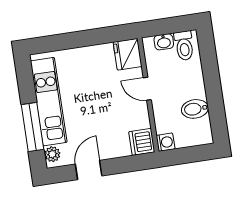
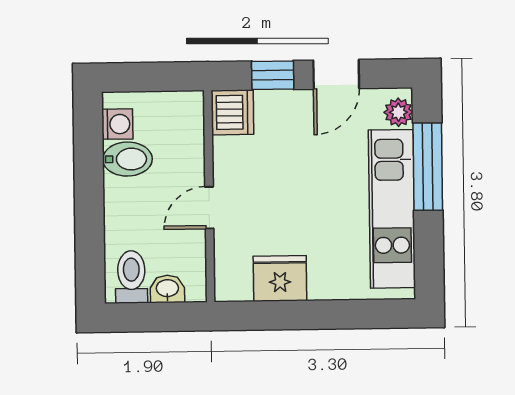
fridge: (128, 54) -> (280, 278), moved, turned -90
door: (147, 89) -> (209, 208), swing flipped
washing machine: (166, 142) -> (117, 124), moved, turned 180
window: (123, 165) -> (273, 75), added

